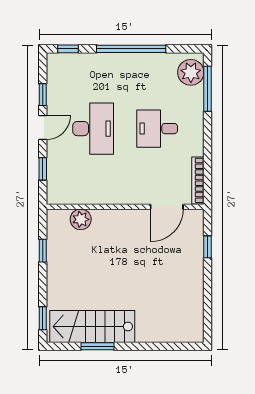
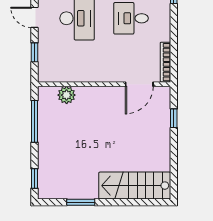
door: (43, 127) -> (34, 17), swing flipped
window: (43, 251) -> (34, 121), width x2.17
stairs: (92, 326) -> (135, 186), moved

